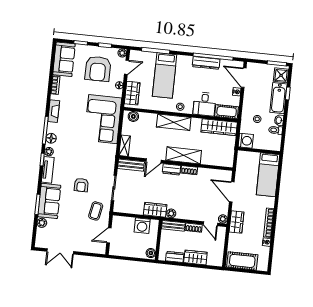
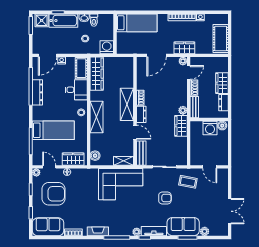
corner sofa: (103, 119) -> (121, 184), moved
floor lamp: (51, 138) -> (124, 231), removed
washing machine: (142, 226) -> (210, 128), moved, turned 90

